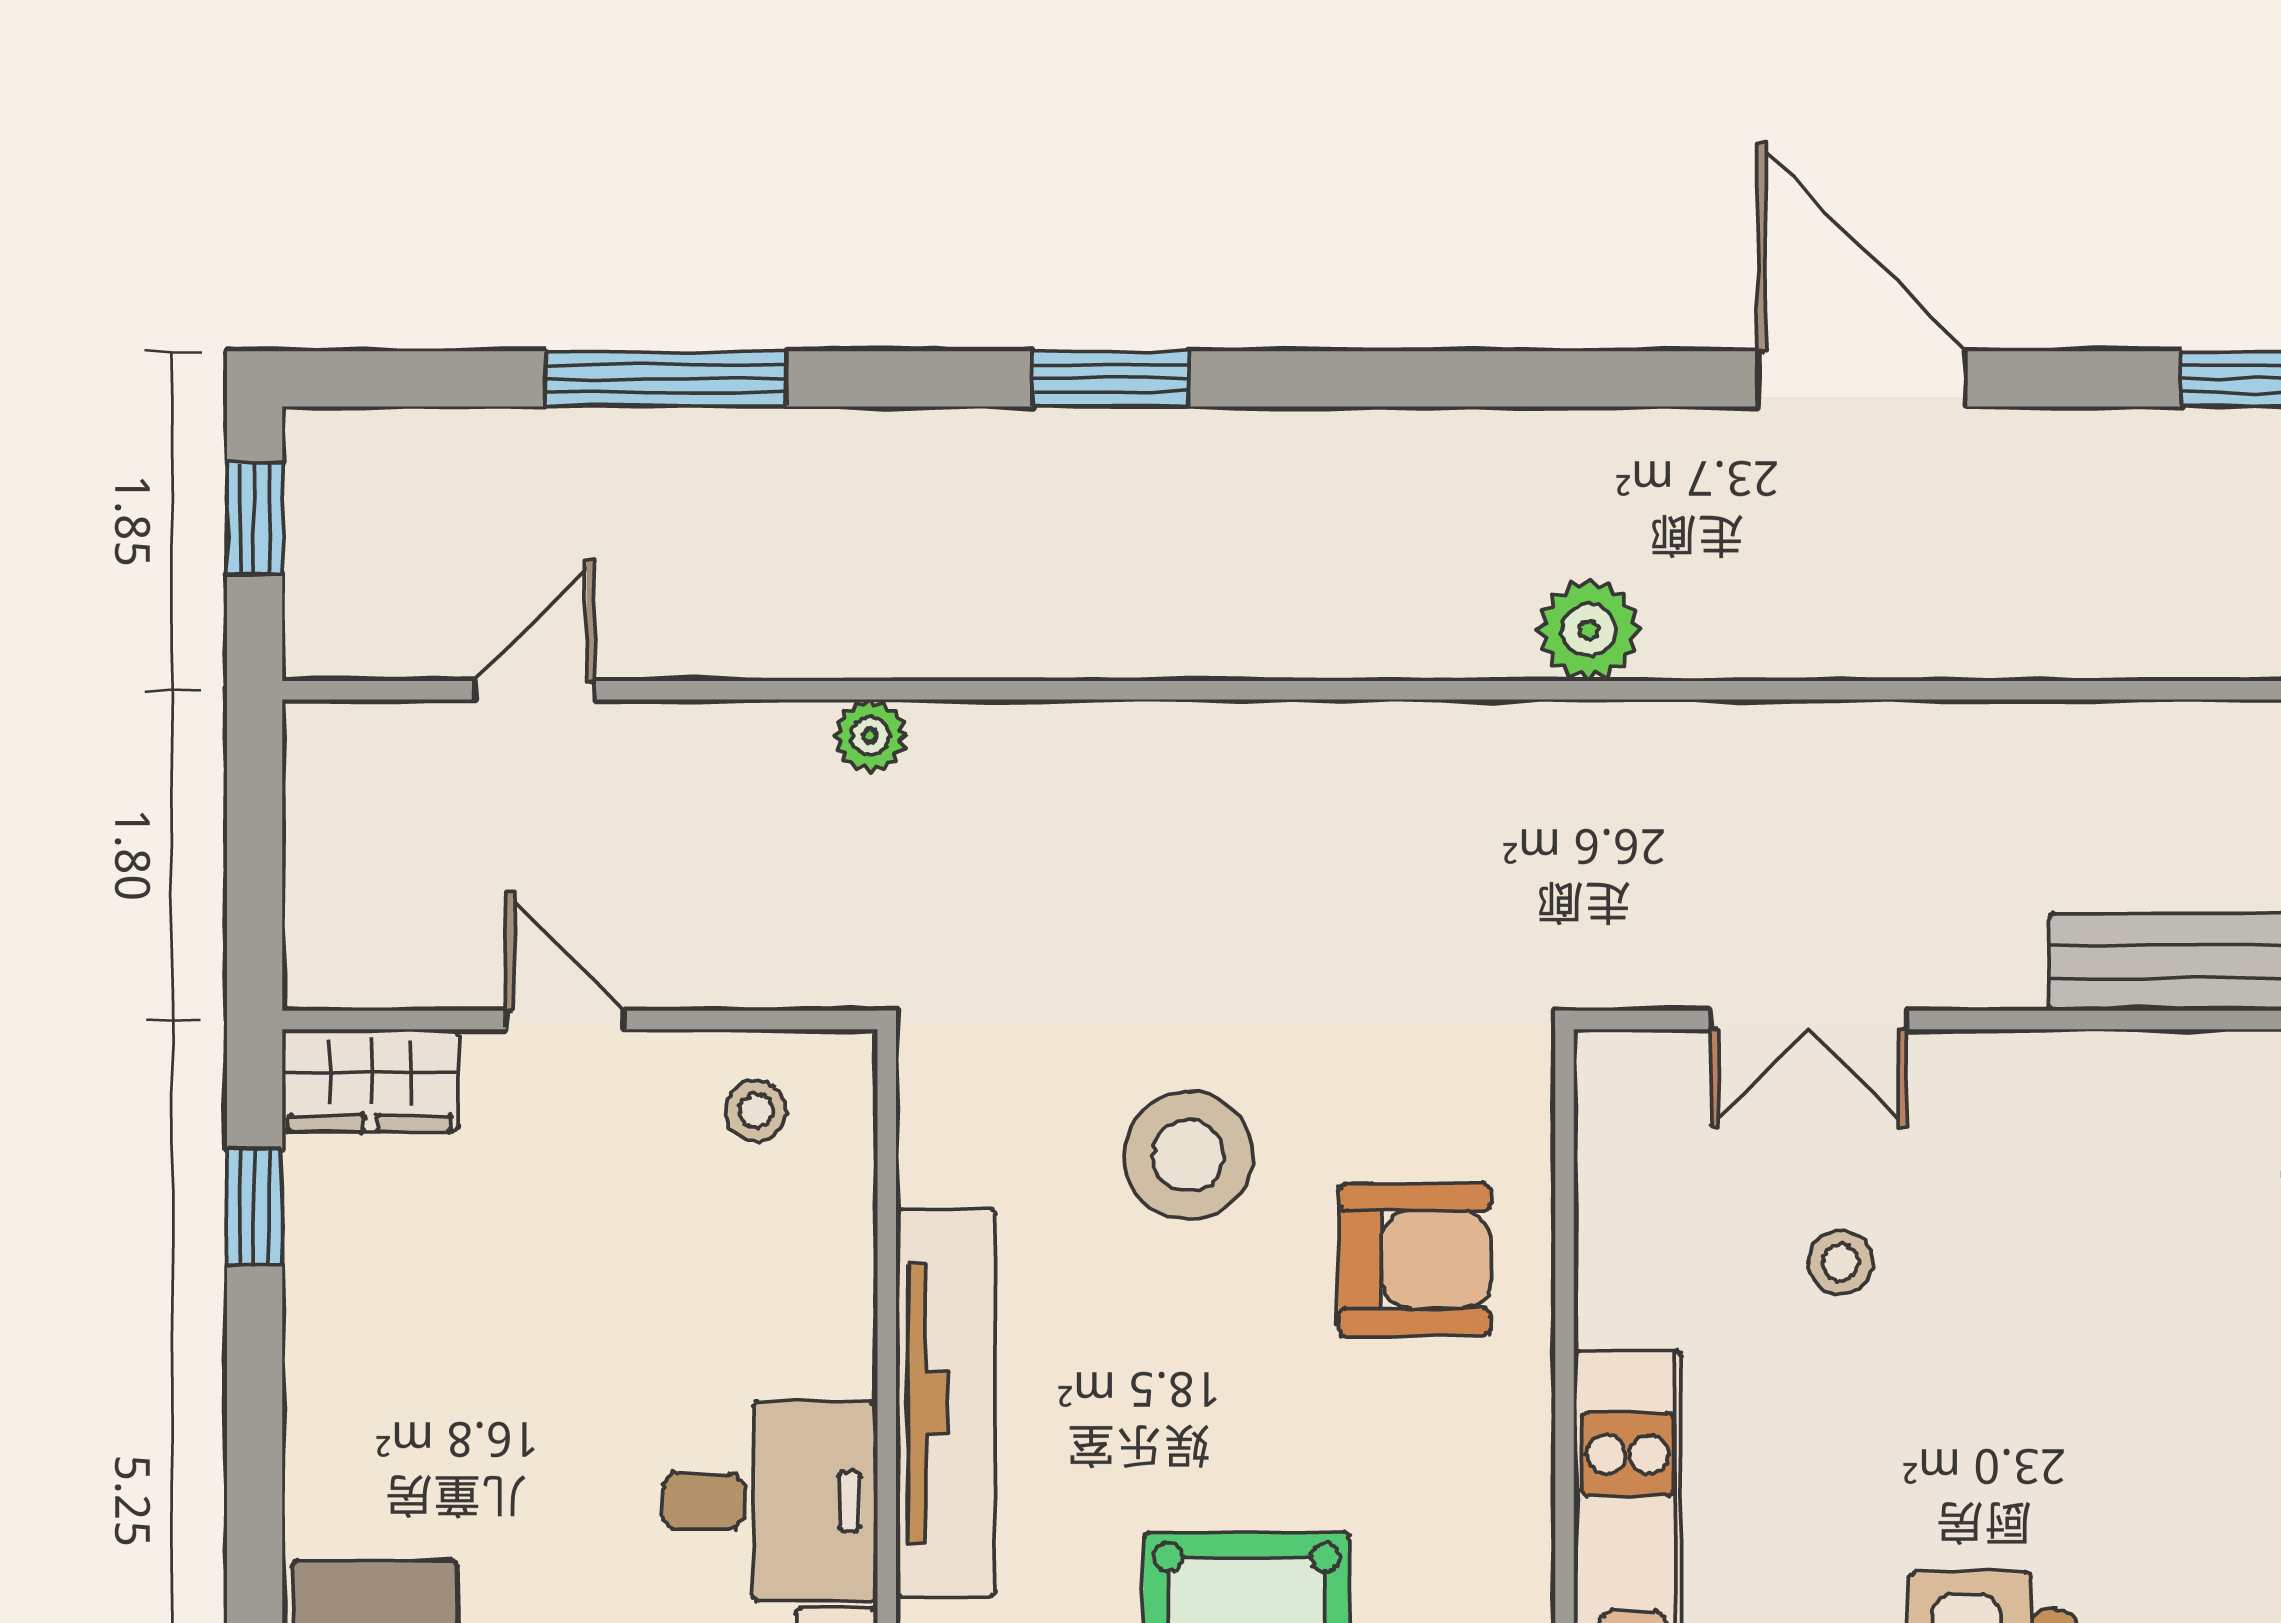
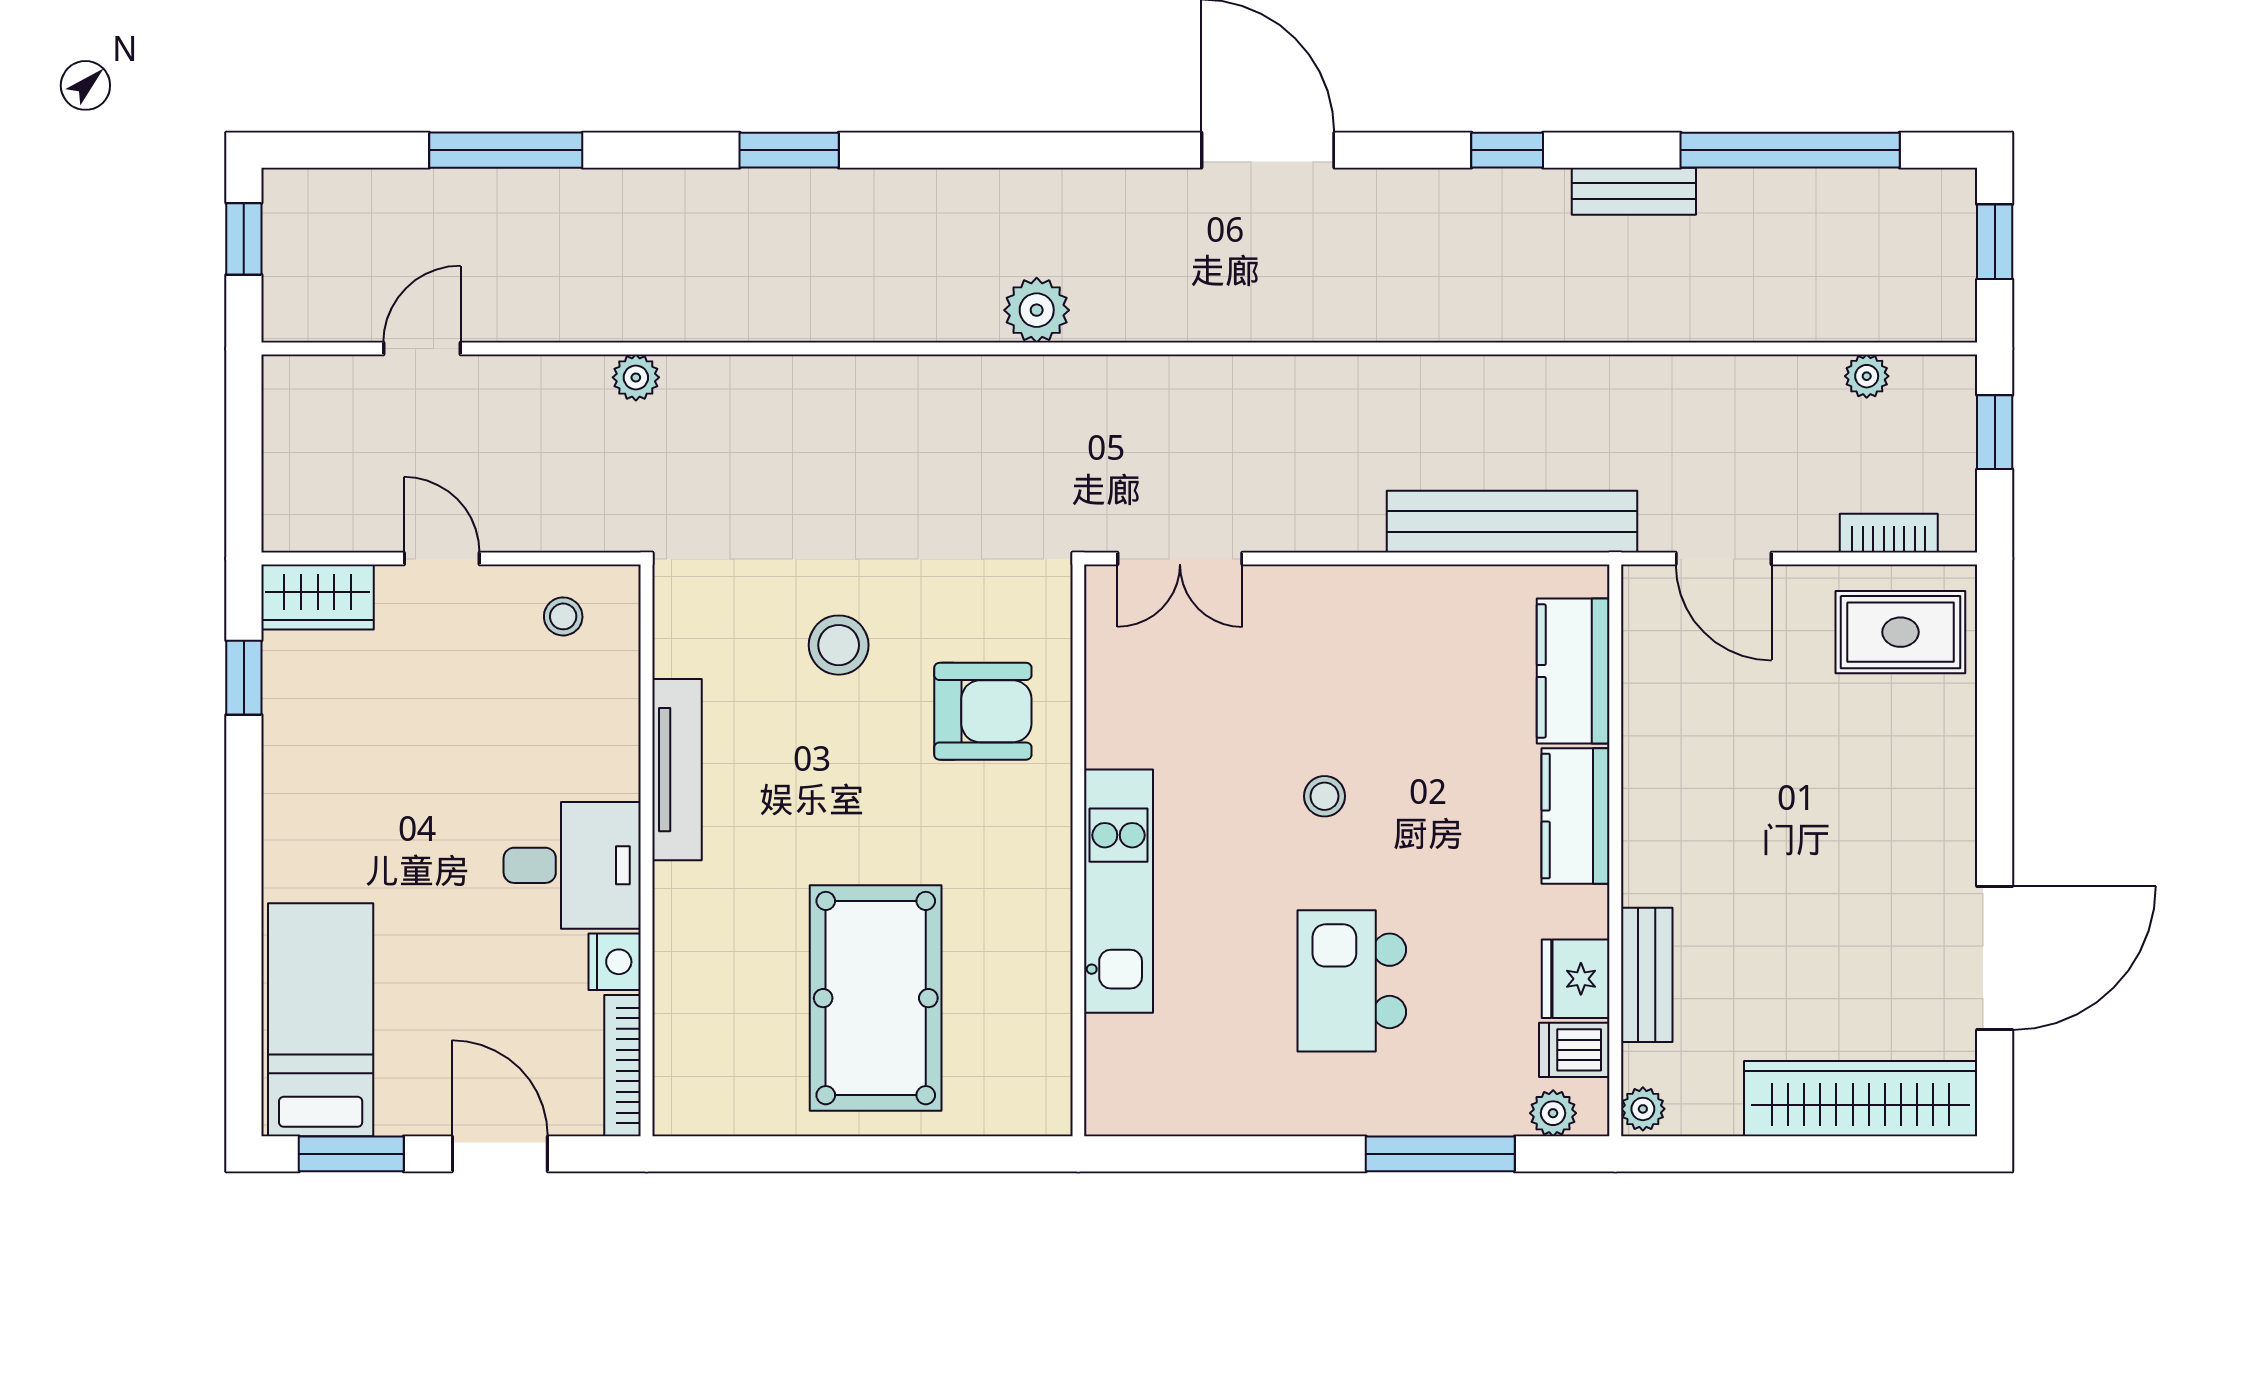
plant: (1589, 630) -> (1037, 310), moved
double door: (1809, 1020) -> (1180, 559), moved
stool: (1188, 1156) -> (839, 645), width x0.73, depth x0.73
stool: (1840, 1263) -> (1325, 796), moved
tv unit: (946, 1403) -> (677, 770), width x0.73, depth x0.78

